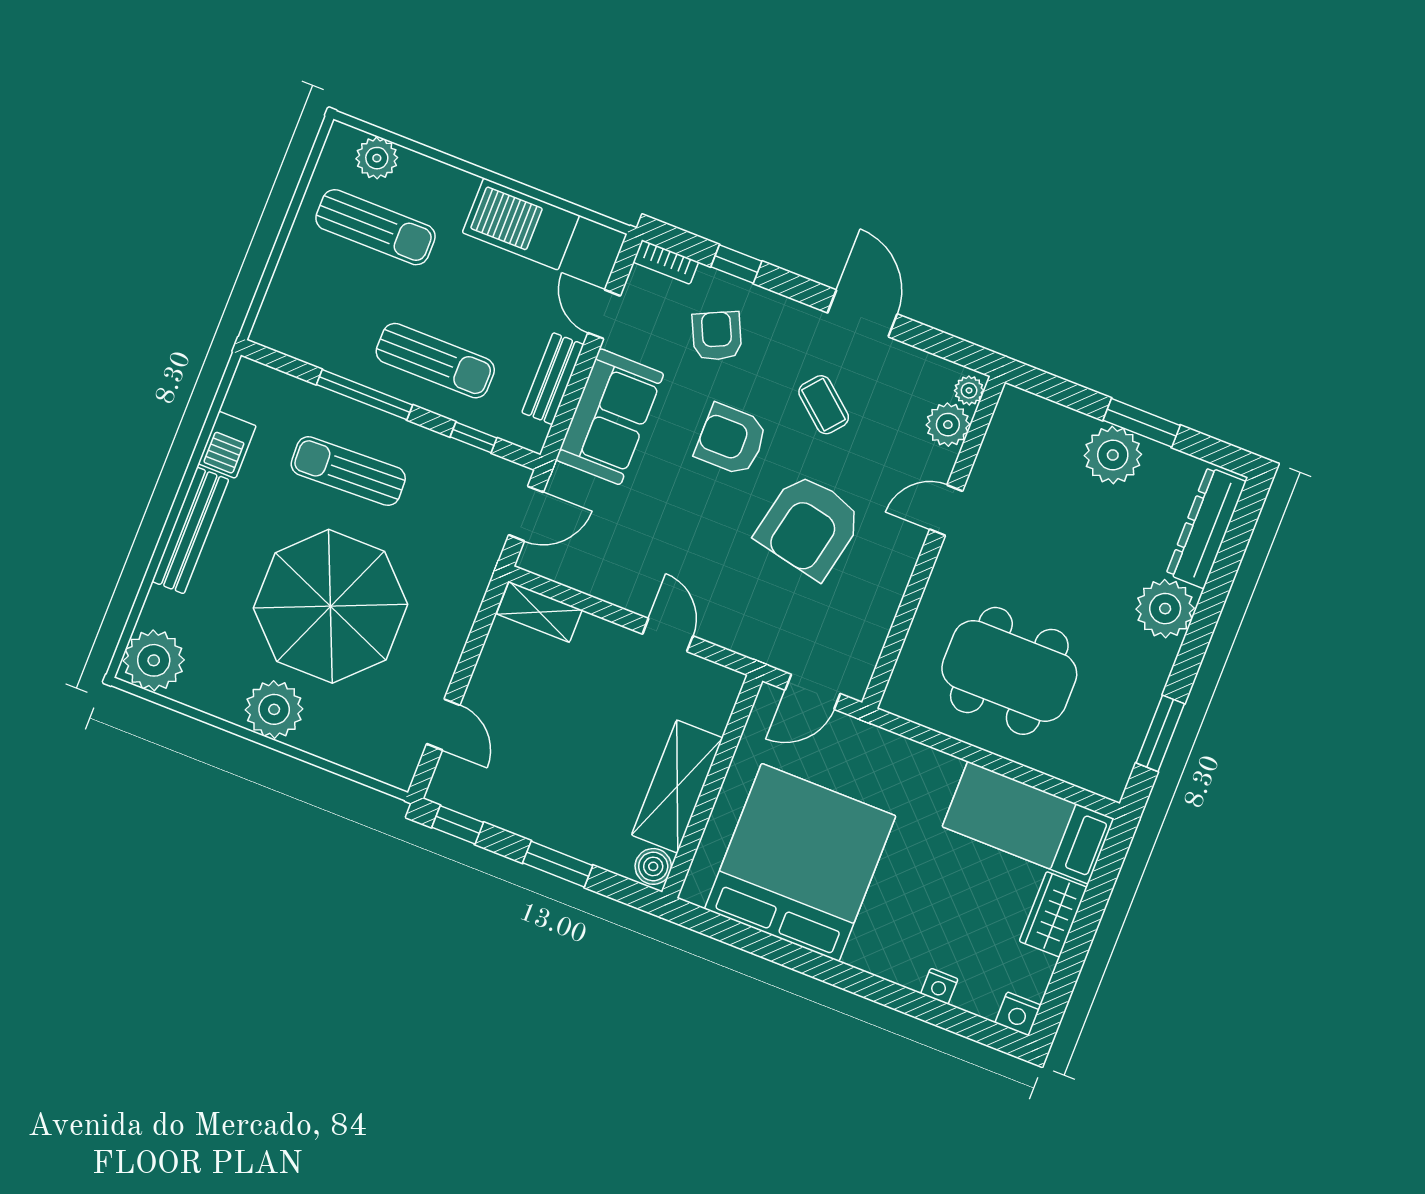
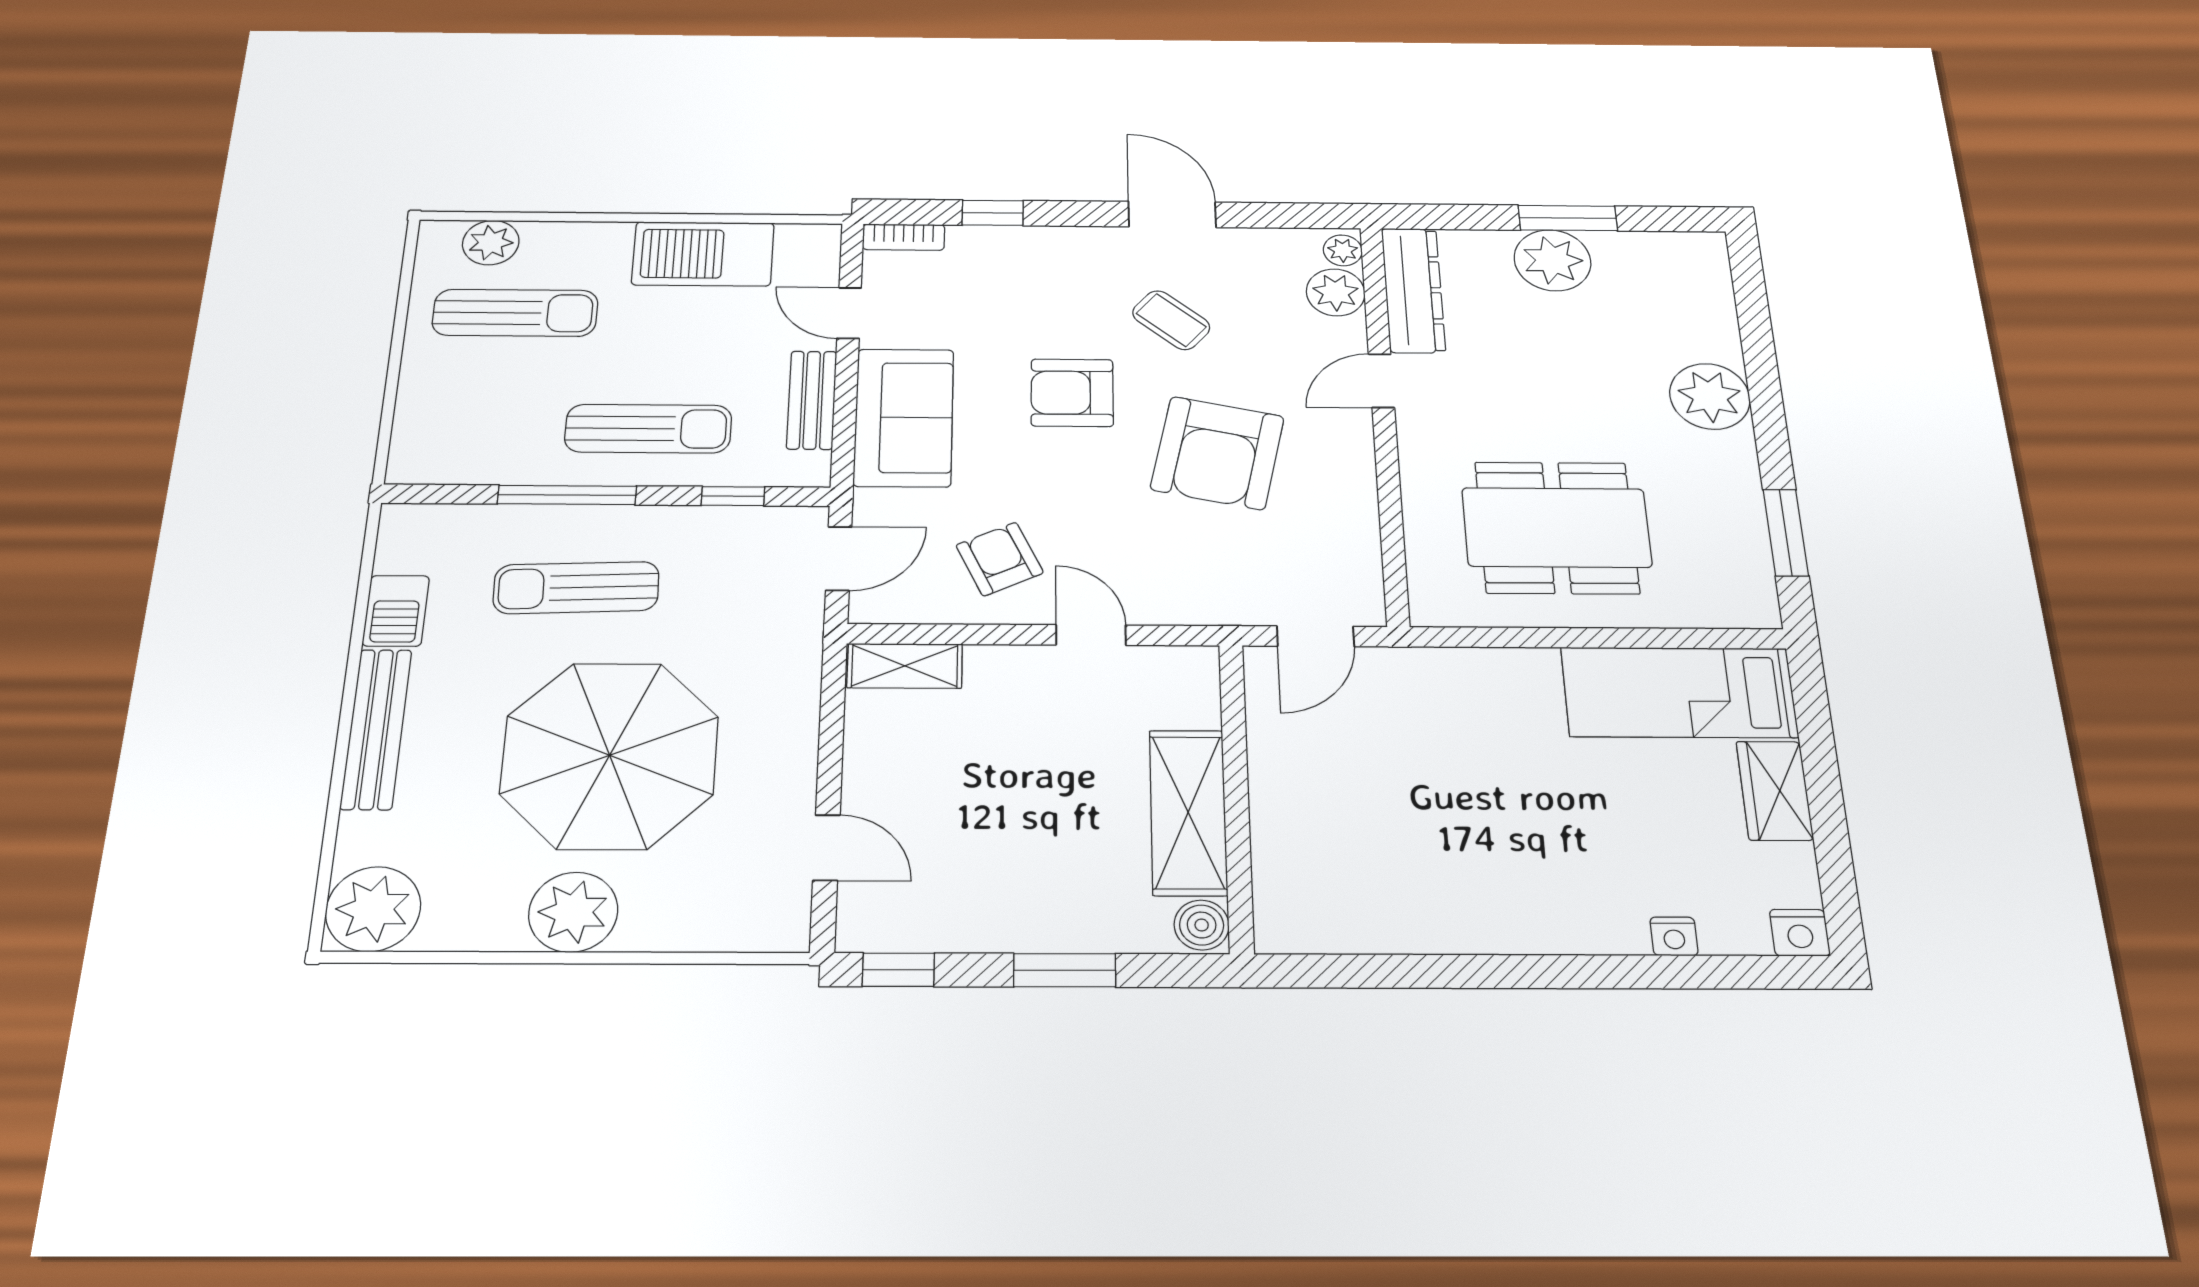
armchair: (717, 336) -> (1000, 559), moved
dresser: (1206, 528) -> (1413, 290), moved, turned 180
bed: (800, 862) -> (1403, 847), removed

